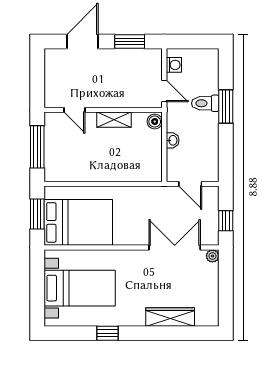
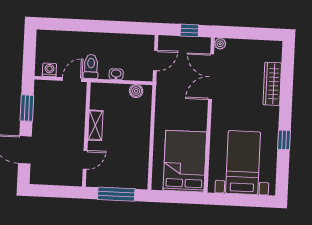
toilet: (205, 103) -> (91, 66), moved, turned 180
window: (226, 106) -> (88, 26), removed
boiler: (155, 122) -> (136, 91), moved
window: (37, 214) -> (176, 197), removed

